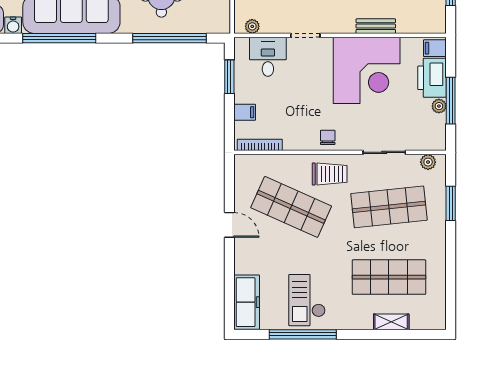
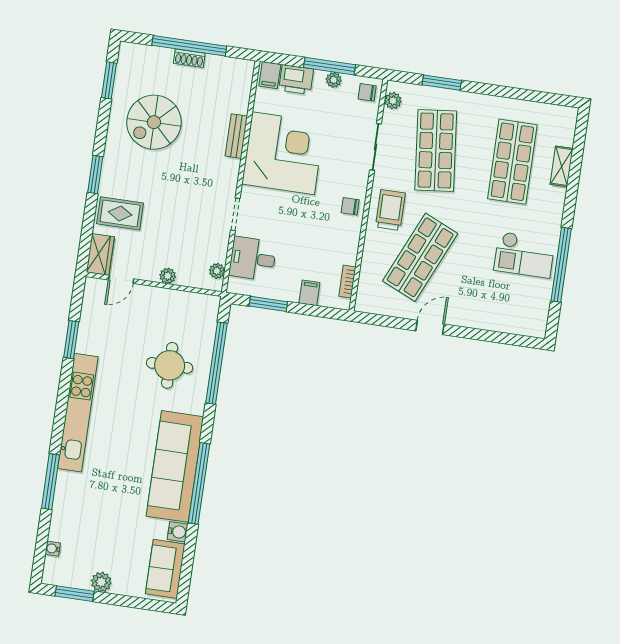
printer: (432, 78) -> (296, 80), width x0.73, depth x0.84
chair: (432, 138) -> (367, 92), added
bookcase: (260, 145) -> (347, 282), width x0.64
freezer: (247, 302) -> (517, 321), removed

